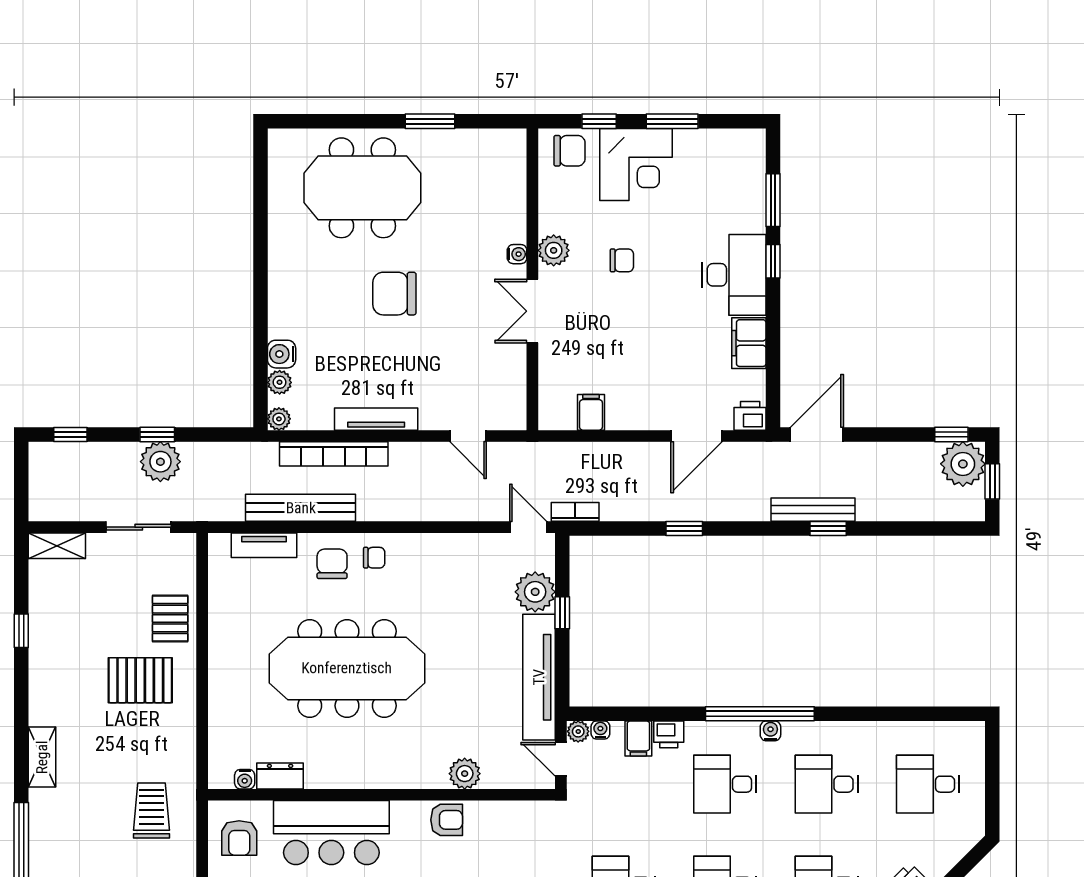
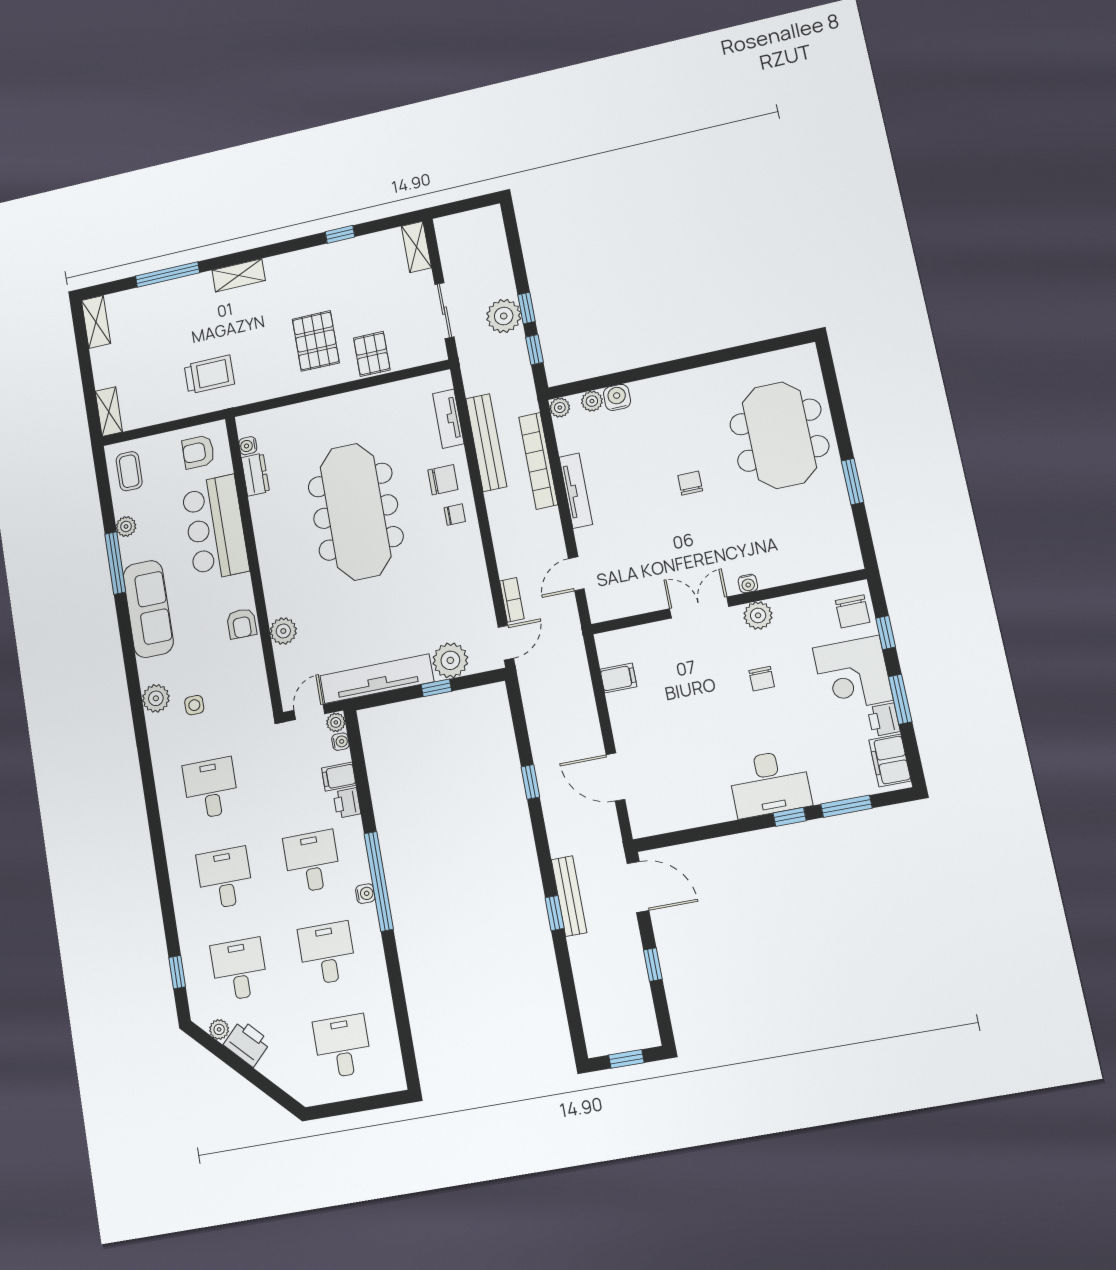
chair: (394, 294) -> (690, 483), width x0.54, depth x0.54
filing cabinet: (749, 343) -> (890, 760), moved, turned -90
printer: (750, 416) -> (884, 720), moved, turned 180
window: (70, 435) -> (535, 350), moved
window: (951, 435) -> (653, 965), moved
plant: (963, 464) -> (637, 1028), removed
bookcase: (575, 512) -> (512, 600), moved
chair: (374, 558) -> (455, 515), turned -90
pallet: (170, 618) -> (372, 354), turned 90

